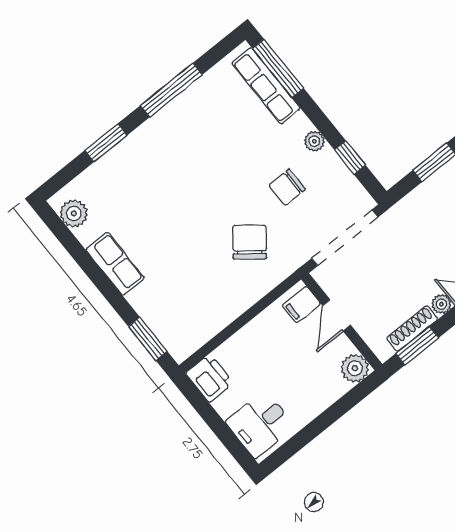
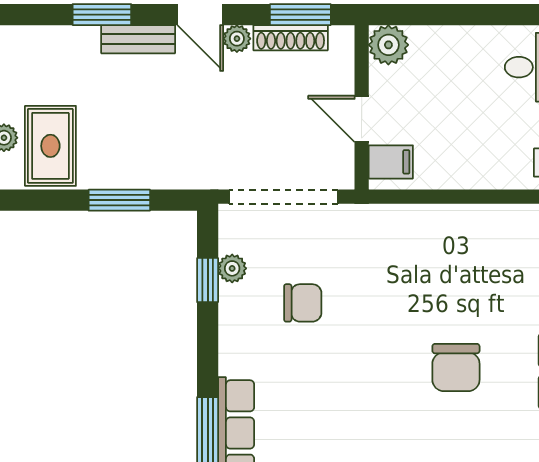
plant: (314, 141) -> (232, 268), moved
chair: (250, 242) -> (456, 368), moved, turned -38
door: (337, 315) -> (362, 119), swing flipped

